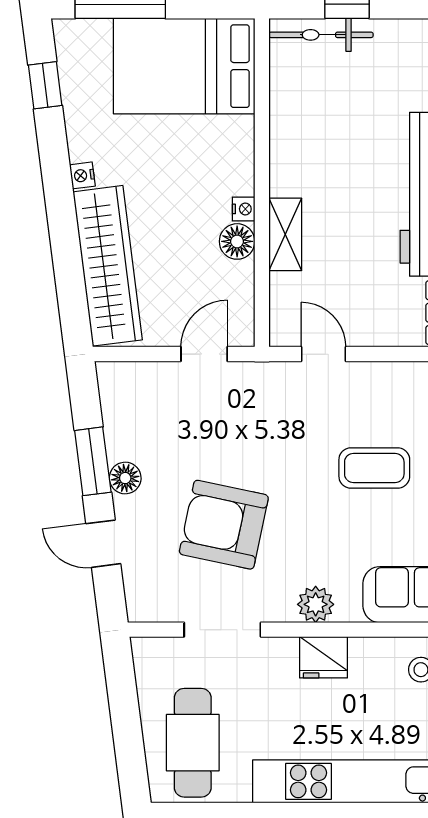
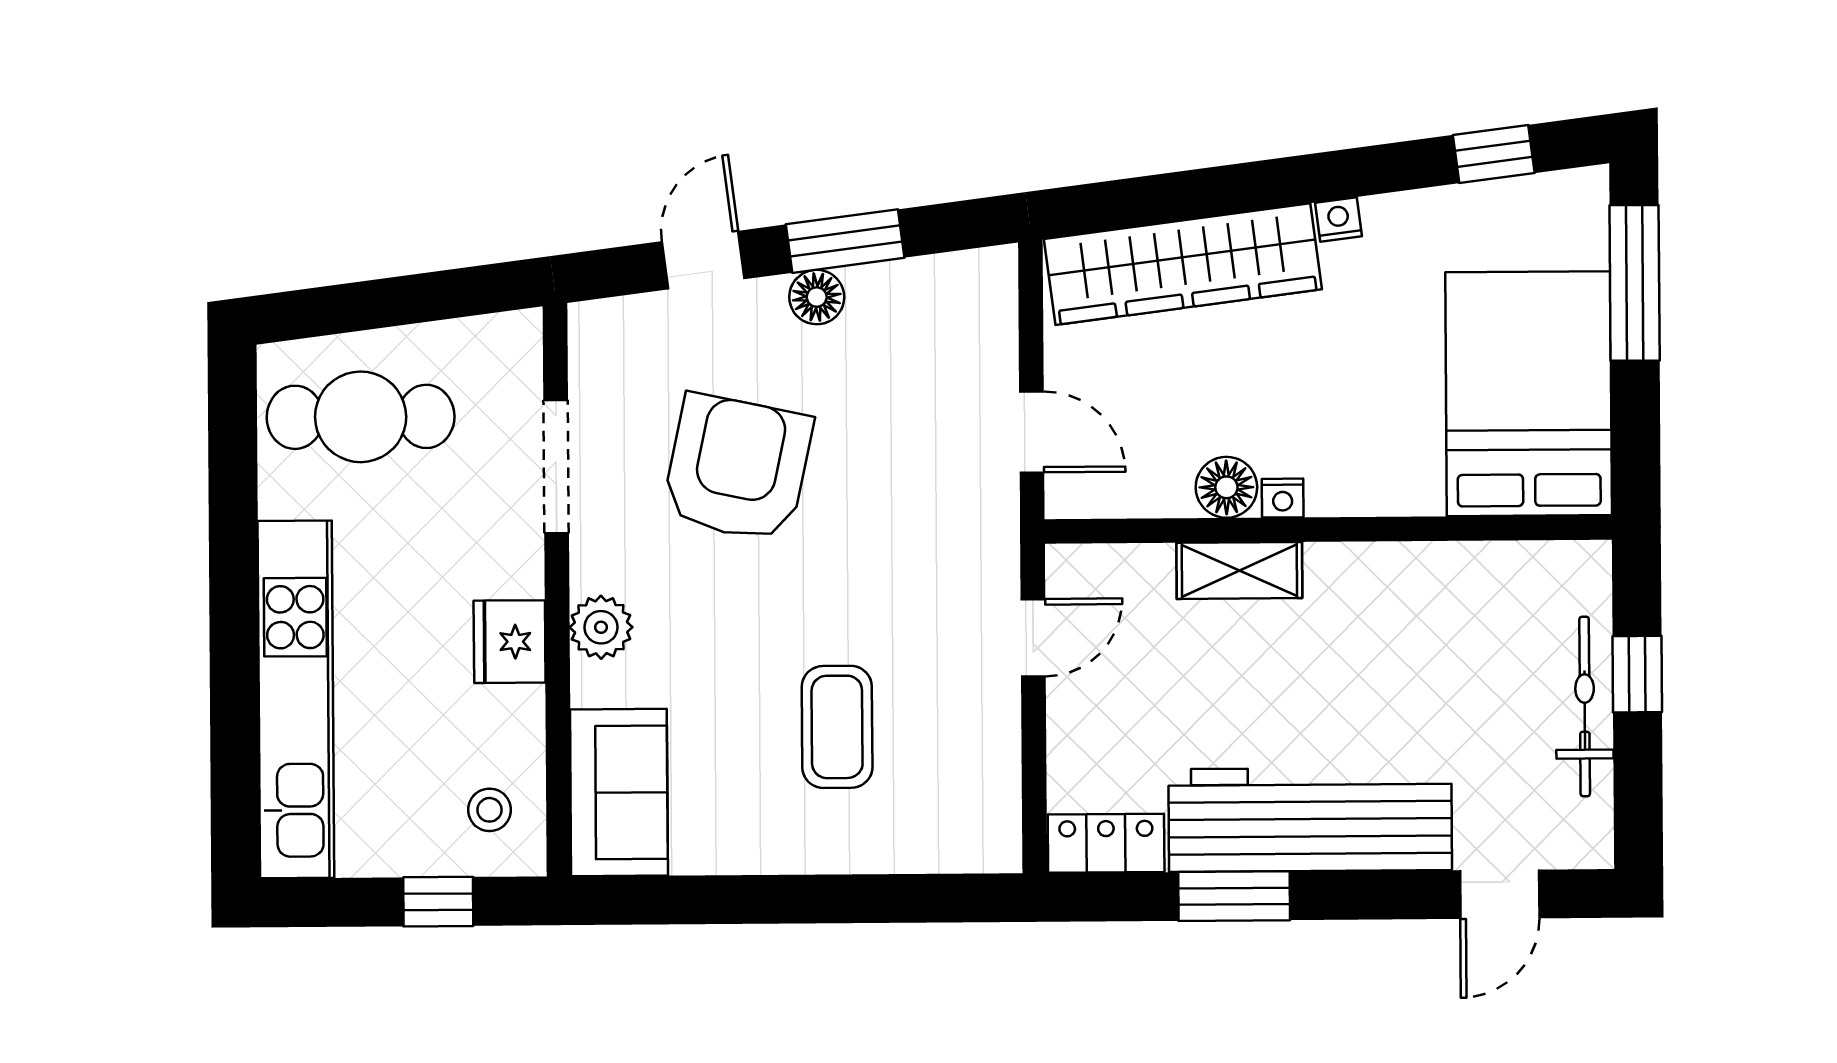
bicycle: (321, 35) -> (1585, 706), moved

